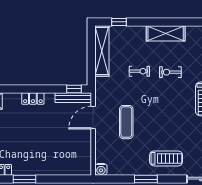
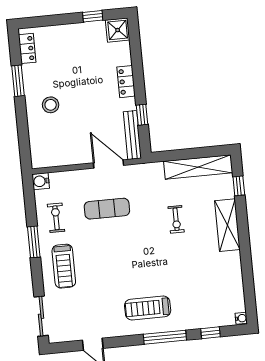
shelving: (166, 33) -> (227, 225), moved
exercise bike: (170, 72) -> (56, 218), moved
window: (74, 89) -> (142, 115), moved
stool: (45, 156) -> (51, 105), added

